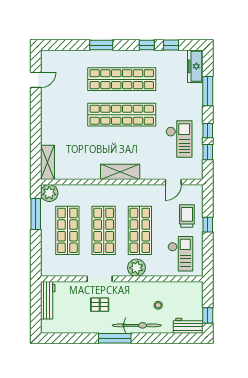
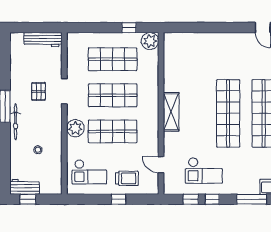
shelving: (47, 162) -> (181, 39), removed
window: (36, 214) -> (129, 28), width x0.46
bicycle: (137, 325) -> (16, 122), width x0.73, depth x0.71
workbench: (188, 326) -> (25, 187), moved, turned -90

